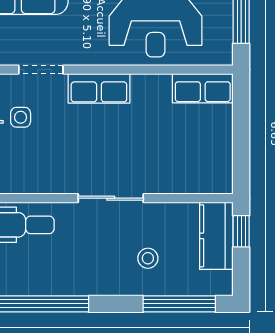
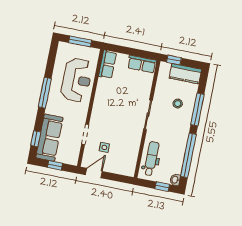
row of seats: (99, 88) -> (142, 64), moved, turned 90
kitchen counter: (216, 236) -> (185, 74), moved
window: (179, 304) -> (197, 109), moved

